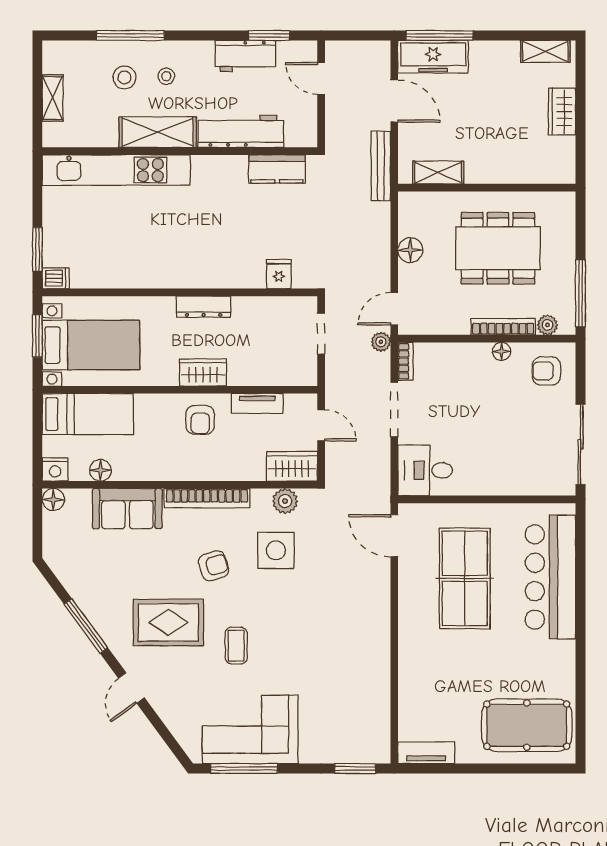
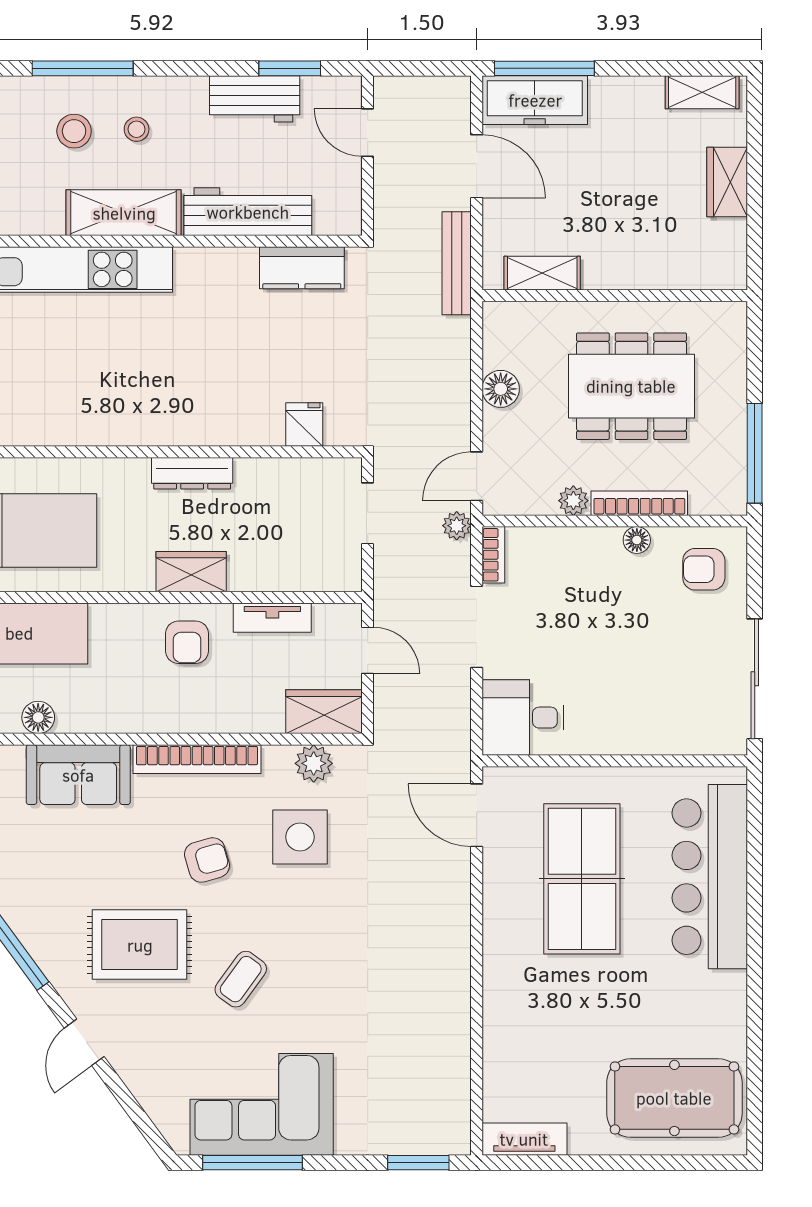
plant: (547, 325) -> (573, 501), moved
coffee table: (236, 646) -> (241, 979), turned 36

